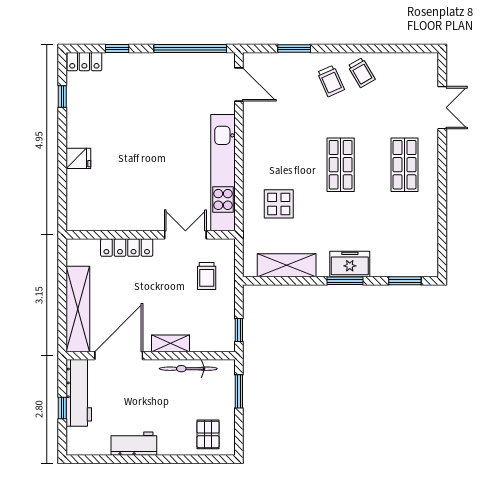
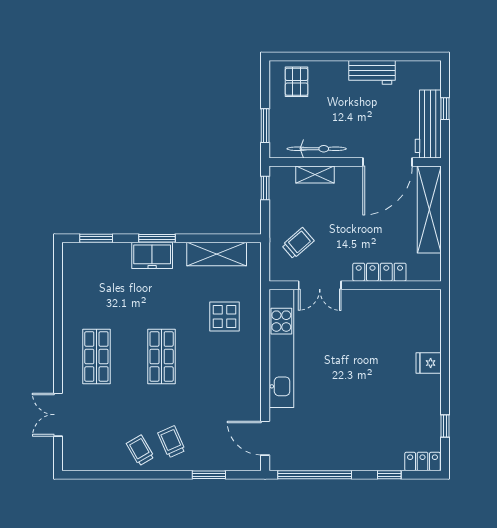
trolley: (207, 276) -> (298, 243), turned 49
shelving: (171, 343) -> (315, 175), moved

